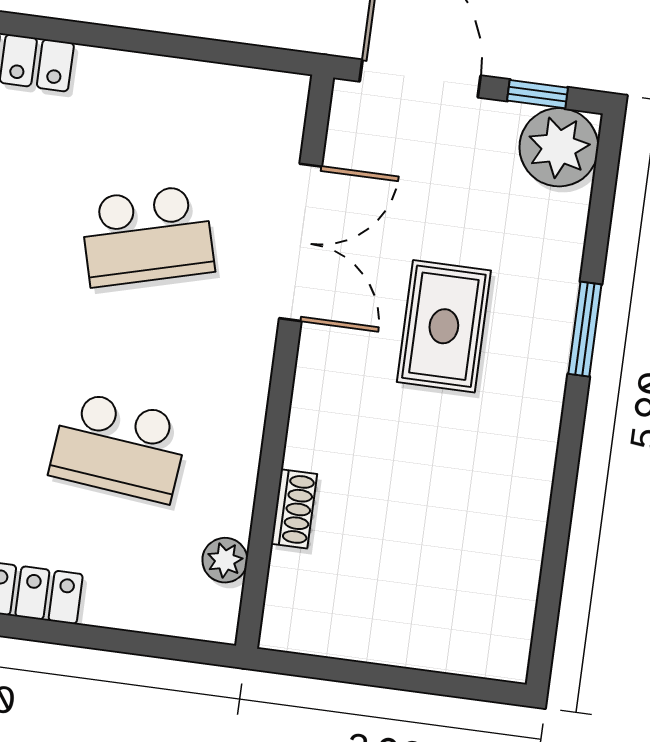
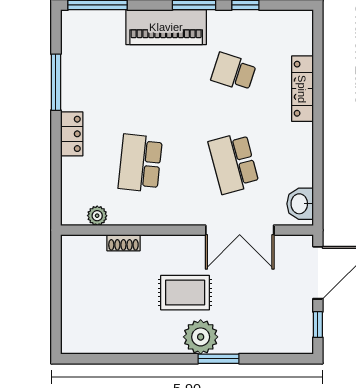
washbasin: (259, 98) -> (300, 204), added
plant: (559, 147) -> (201, 337), moved
rug: (444, 326) -> (185, 293), moved

